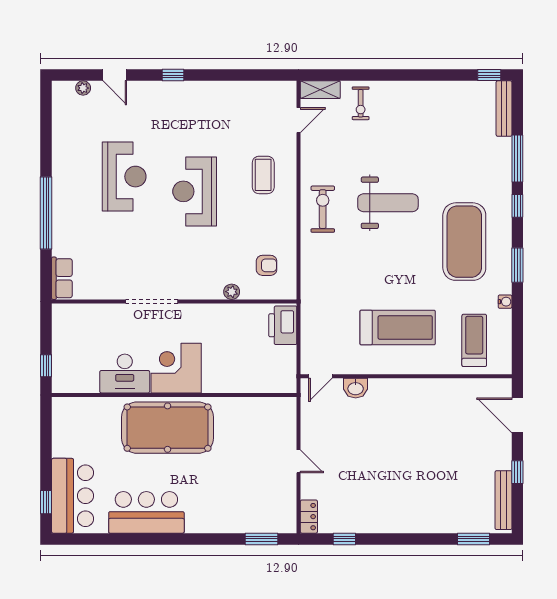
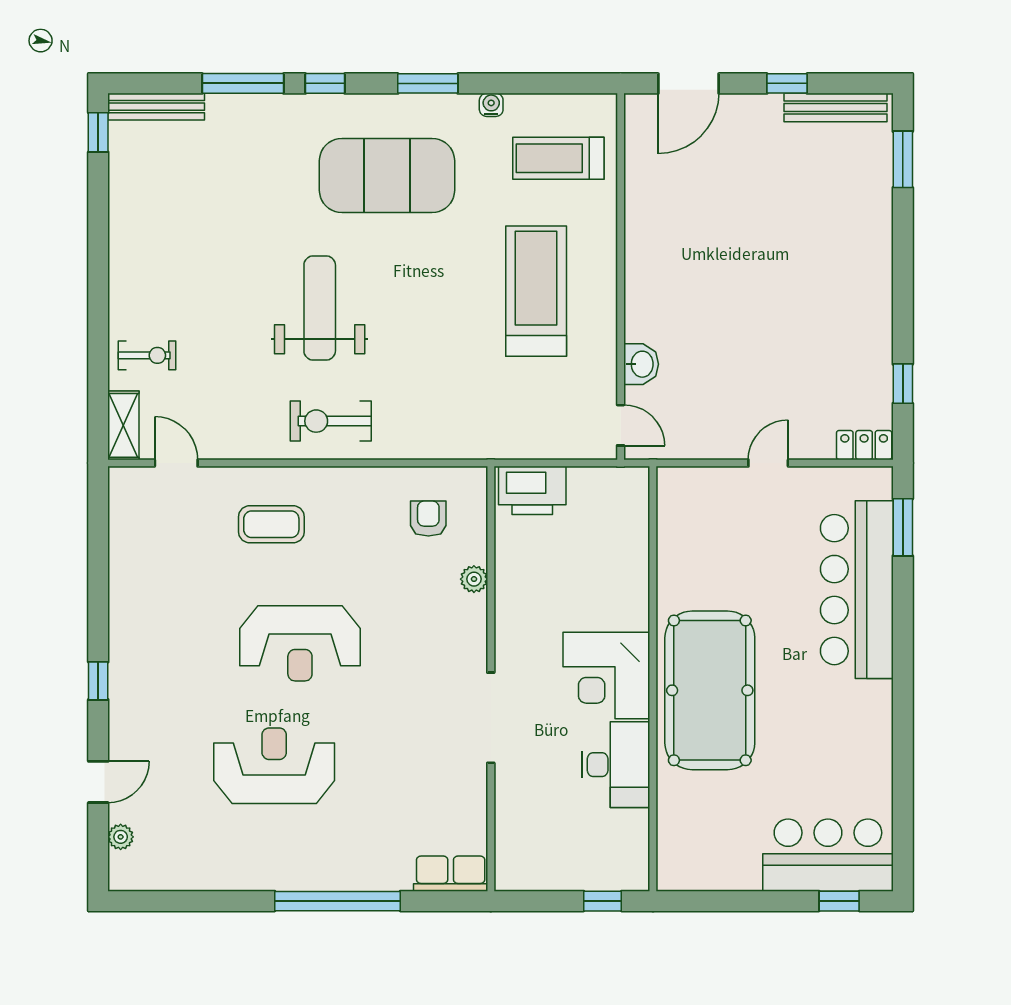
bar counter: (146, 512) -> (857, 590), moved, width x1.36

